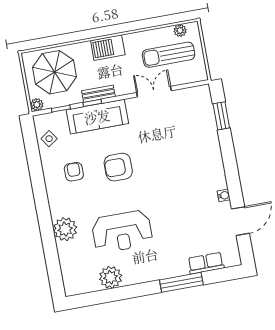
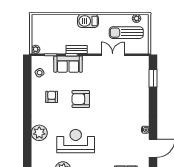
parasol: (55, 72) -> (51, 31), removed
sofa: (97, 117) -> (68, 64), width x0.73
reception desk: (122, 232) -> (76, 141), turned 180

